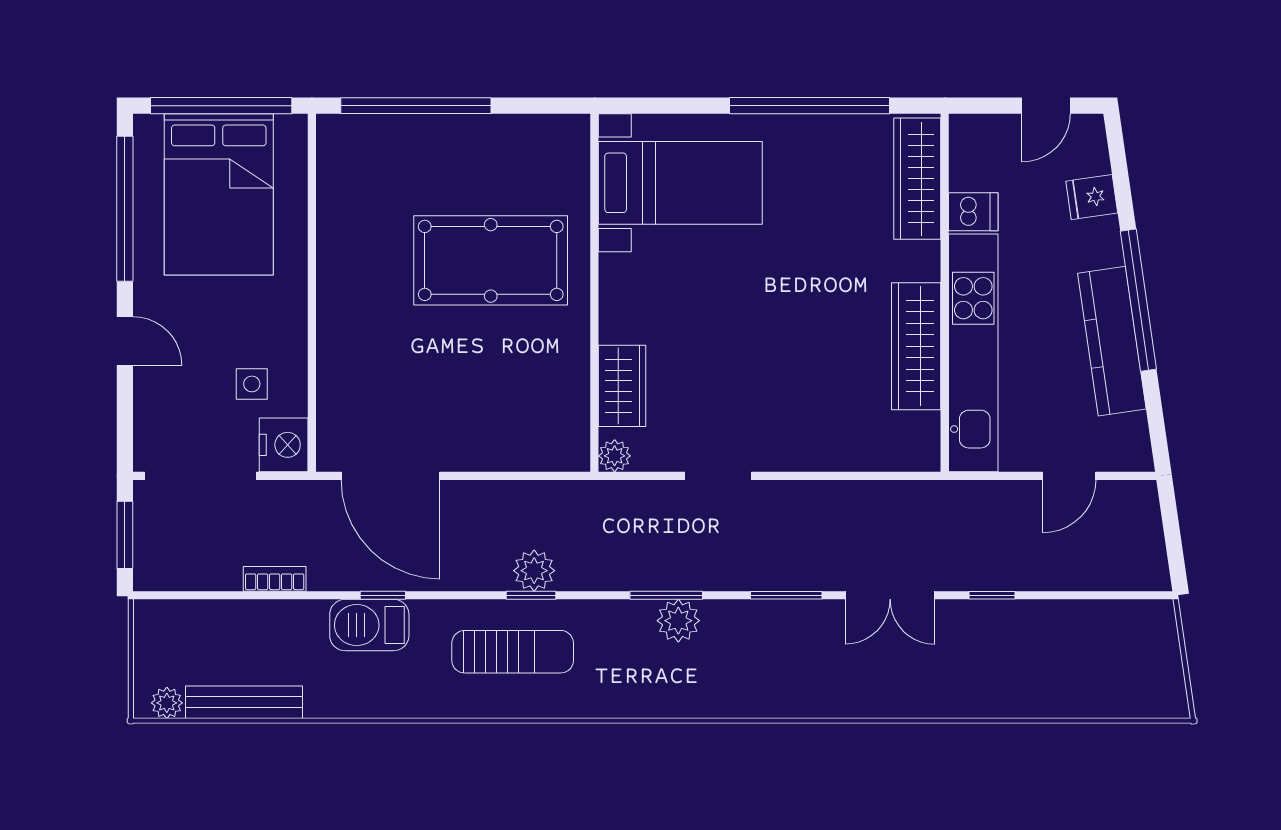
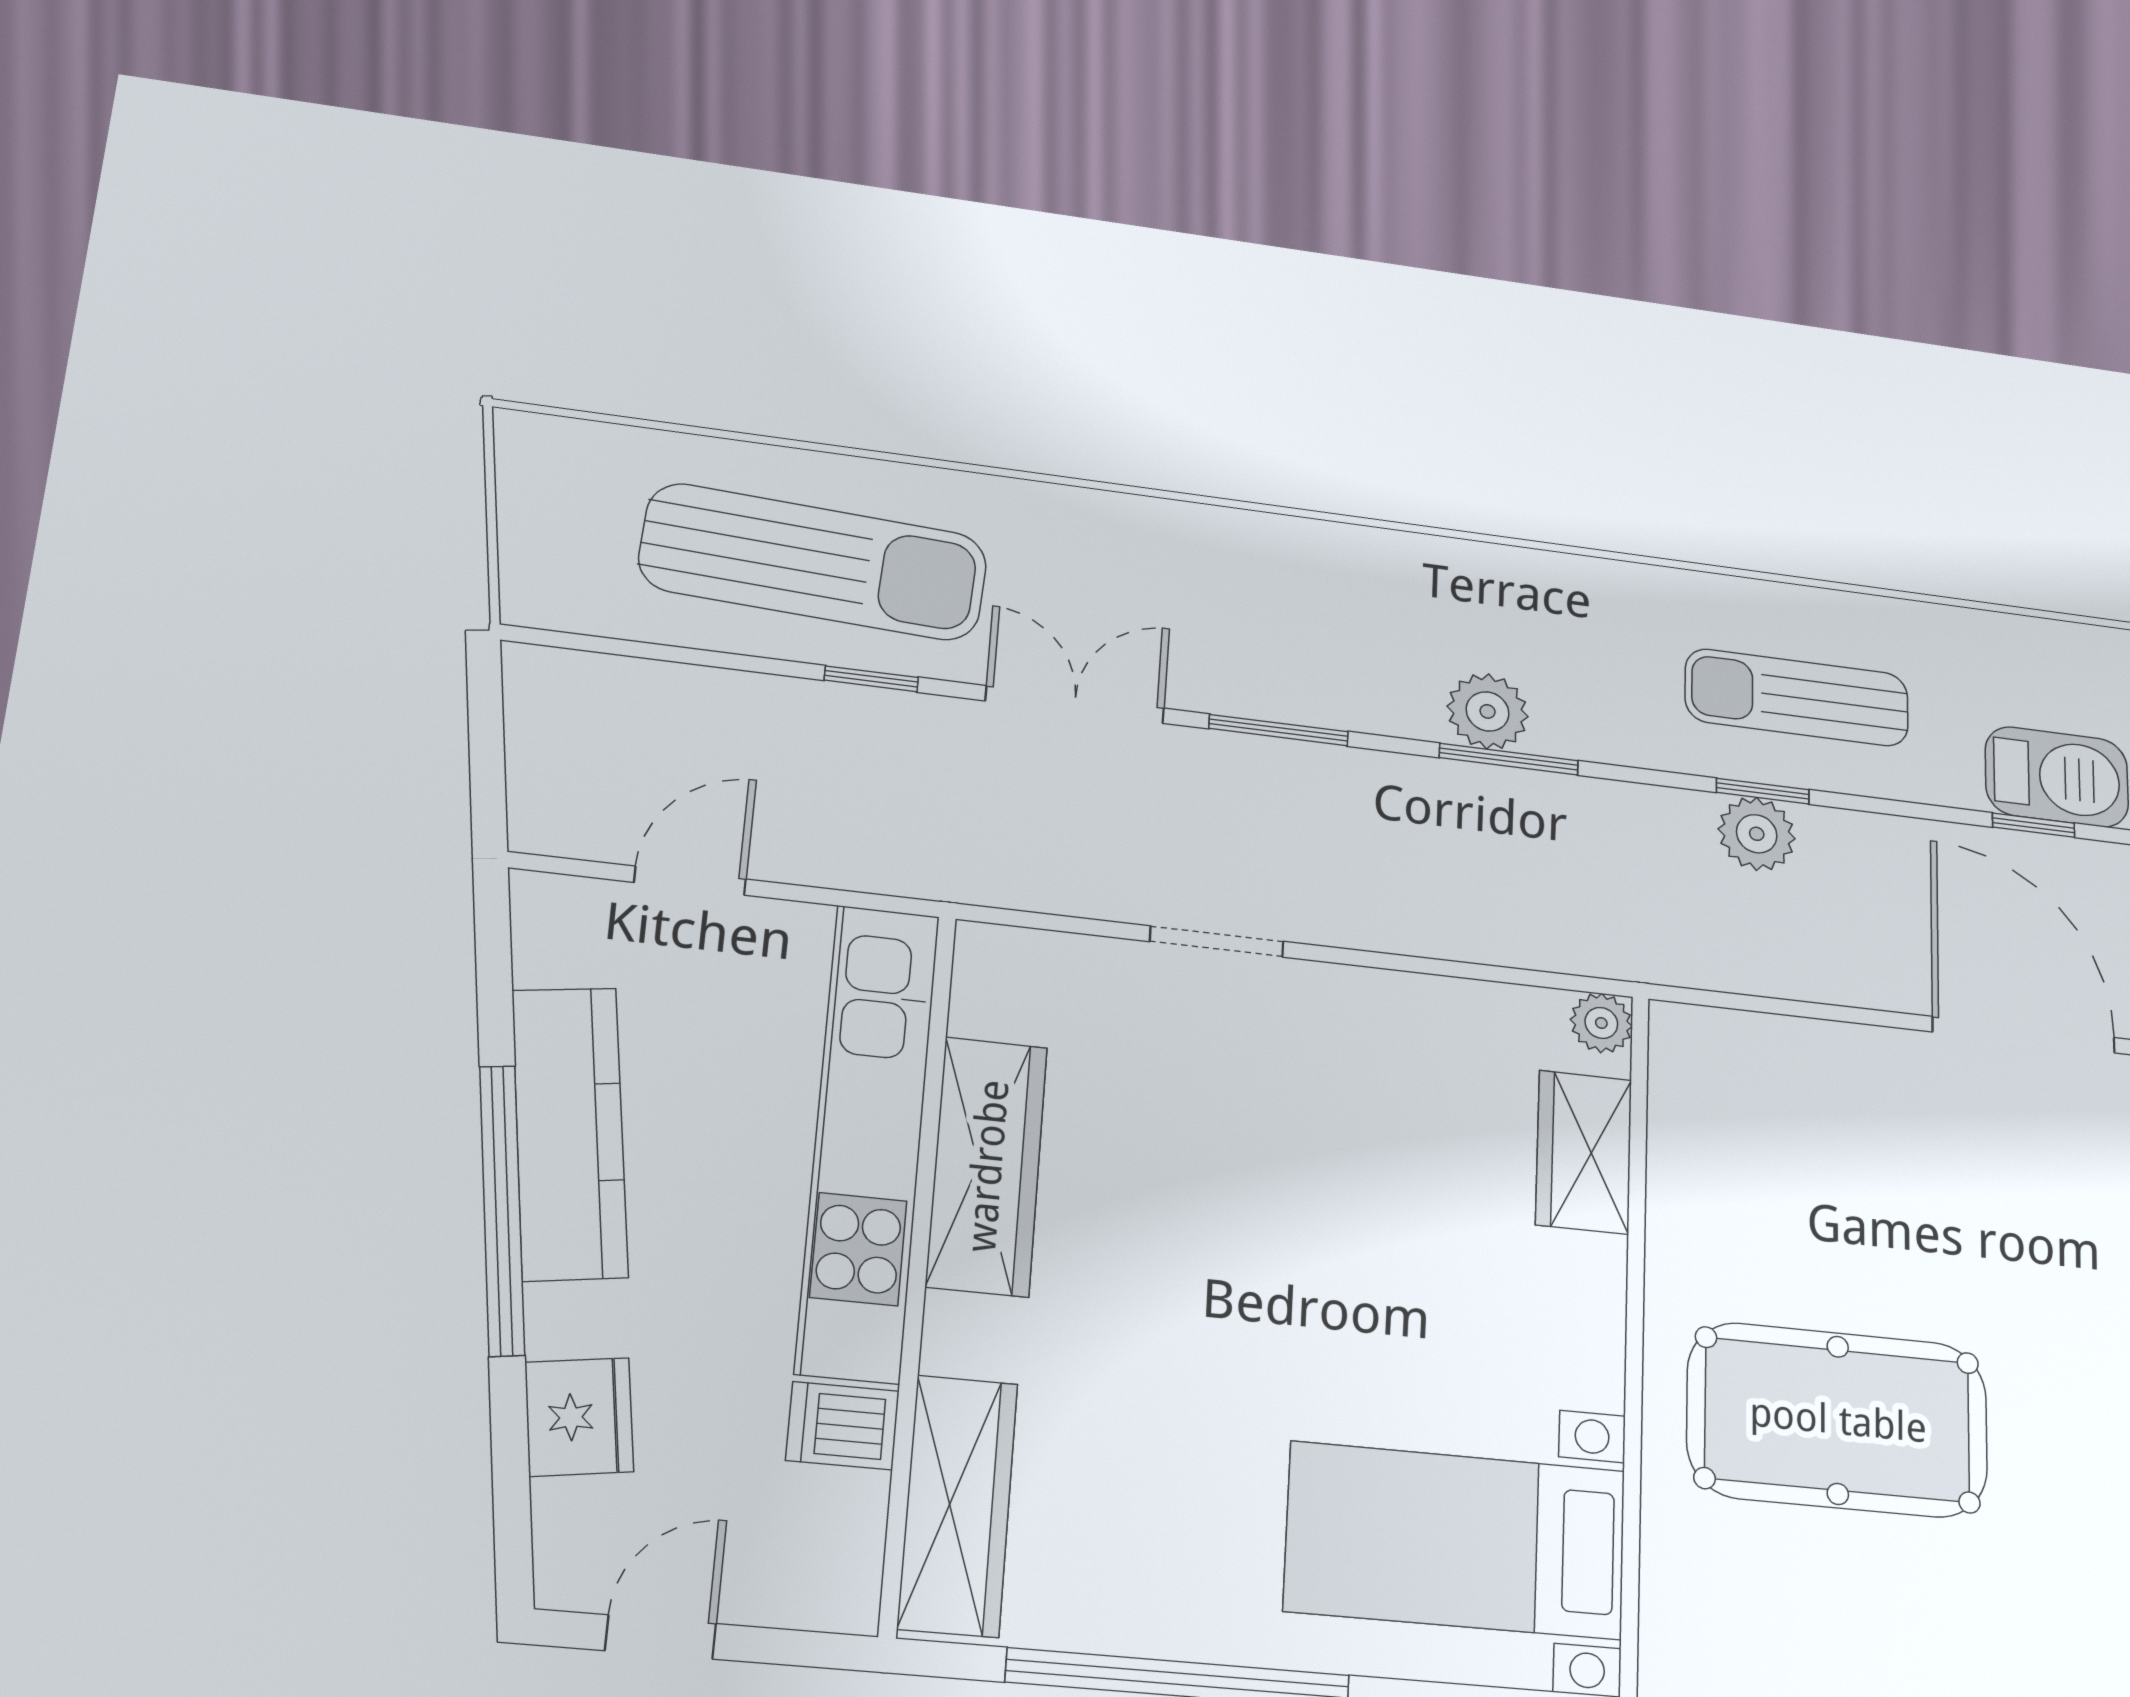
fridge: (1092, 197) -> (579, 1417), width x1.38
doorway: (718, 476) -> (1217, 941), moved
sun lounger: (1026, 656) -> (814, 562), added

